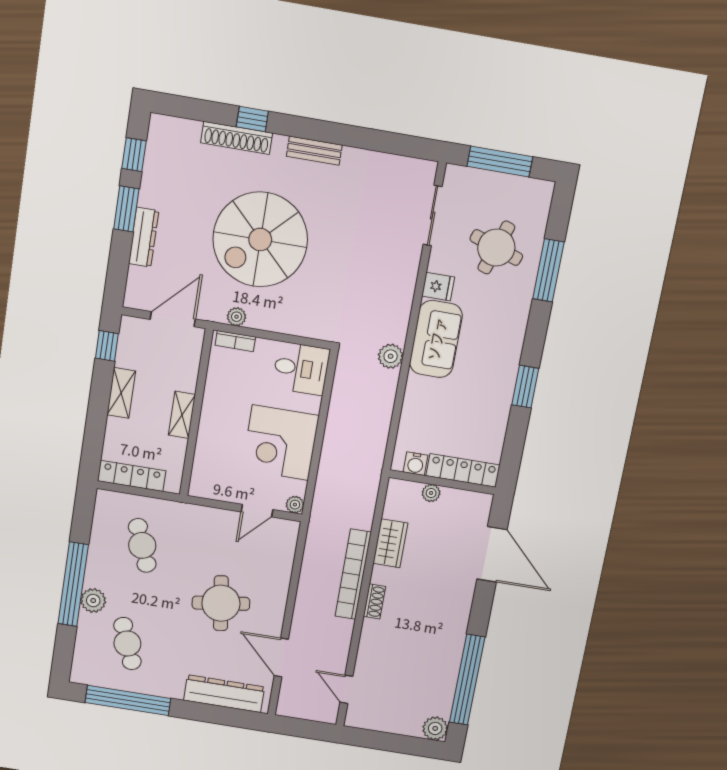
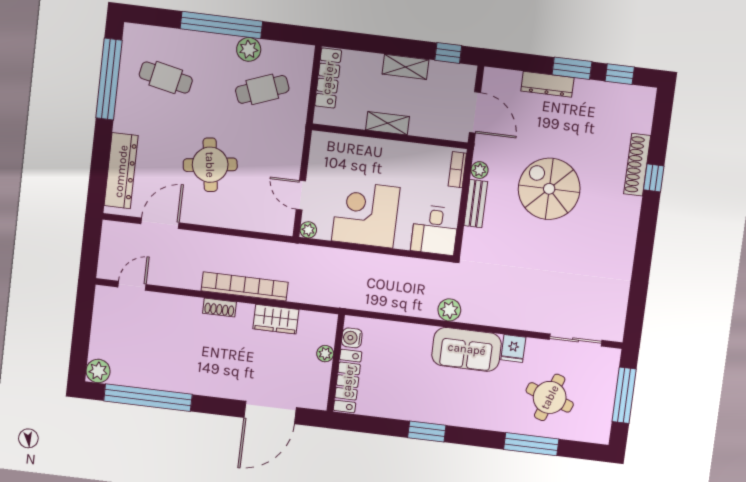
bench: (314, 151) -> (476, 204), moved
spiral stairs: (260, 239) -> (549, 189), width x0.73, depth x0.73
plant: (93, 601) -> (249, 49), moved
cafe table: (127, 644) -> (166, 78), turned 33

